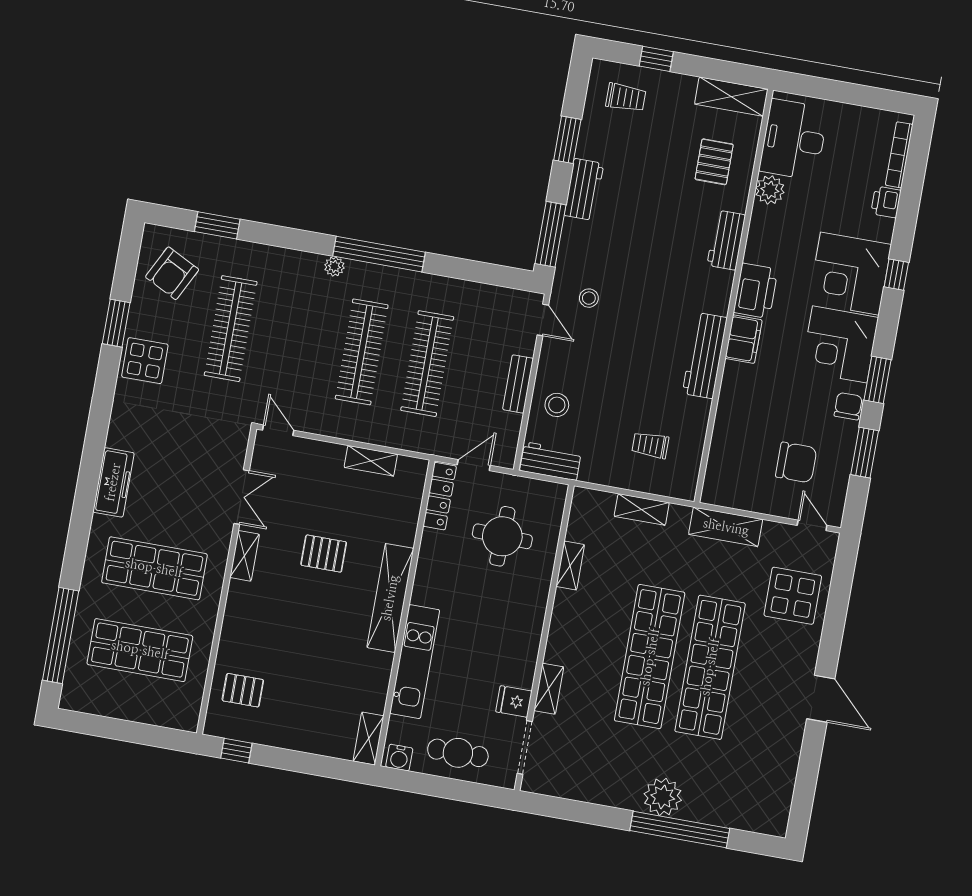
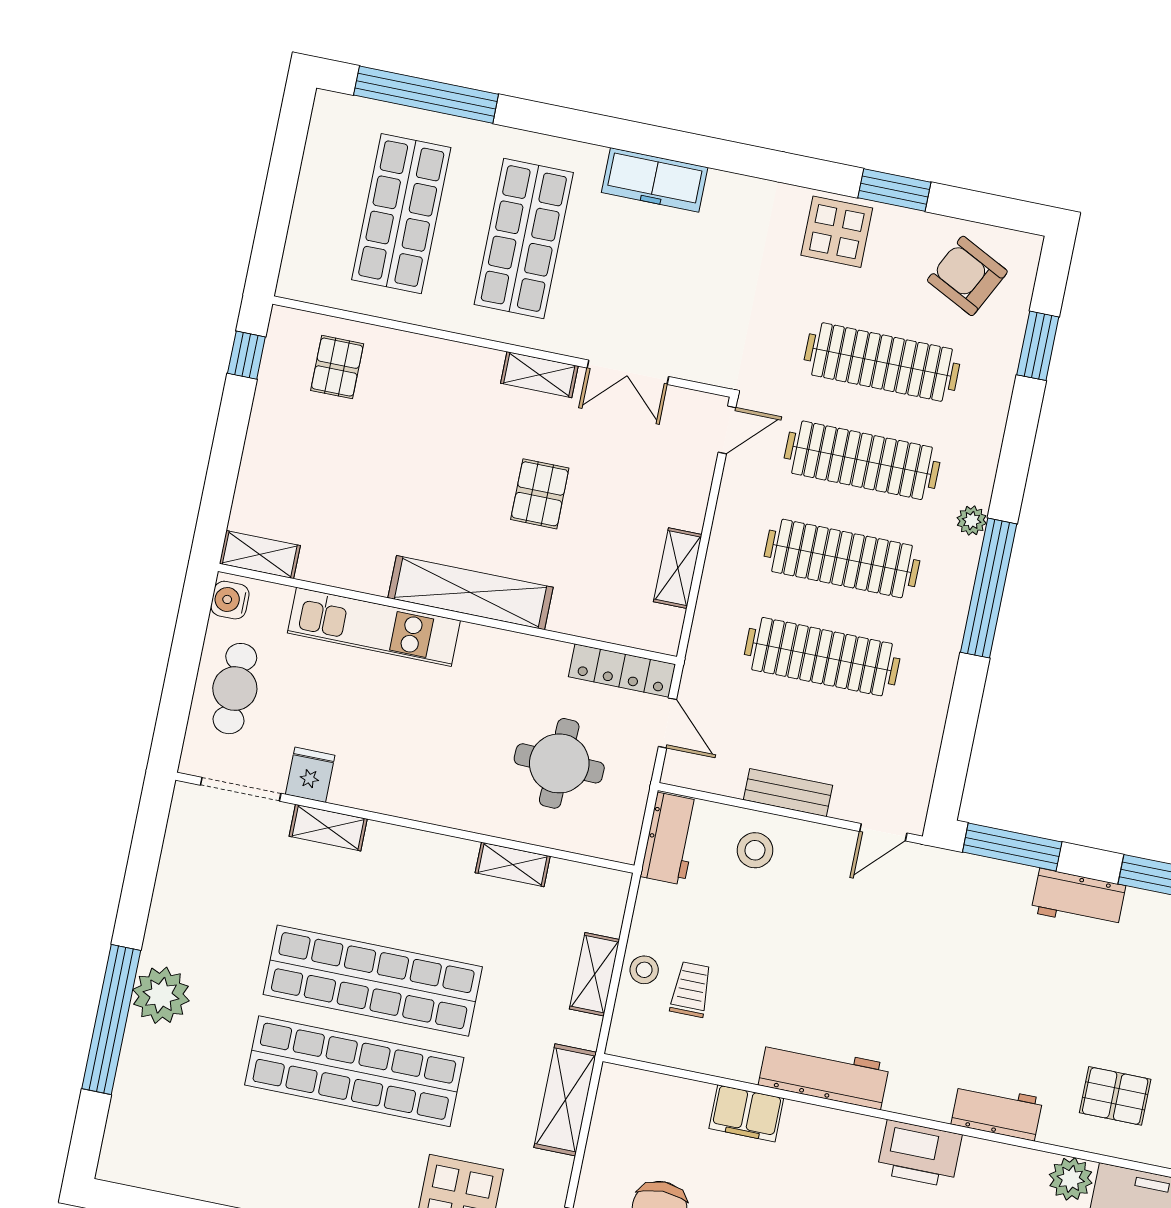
stool: (589, 298) -> (644, 970), moved
filing cabinet: (744, 339) -> (746, 1113), moved
clothes rail: (296, 340) -> (862, 460), added

